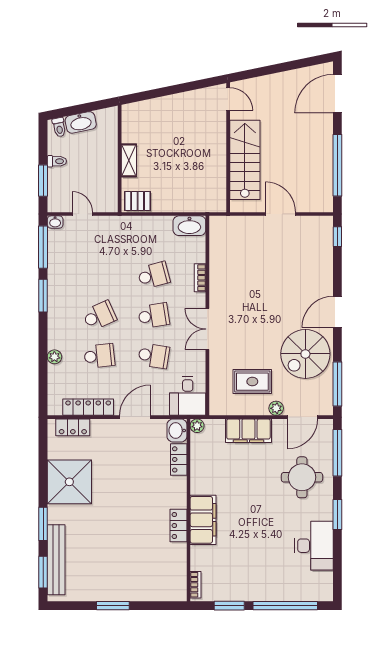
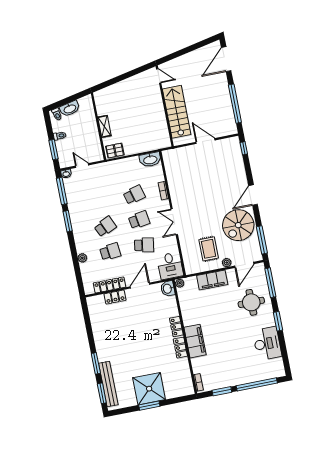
rug: (252, 382) -> (209, 249), turned 90
locker: (73, 427) -> (115, 297), moved
locker: (179, 459) -> (176, 327), moved
shower: (69, 482) -> (149, 389), moved

